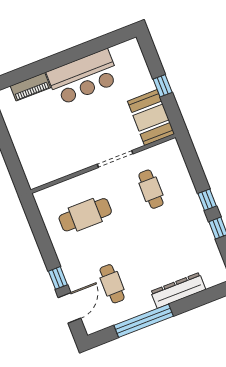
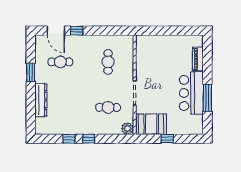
window: (81, 51) -> (207, 98), added
plant: (170, 149) -> (127, 128), added
cafe table: (85, 215) -> (108, 62), width x0.73, depth x0.74
window: (144, 321) -> (31, 72), width x0.47

